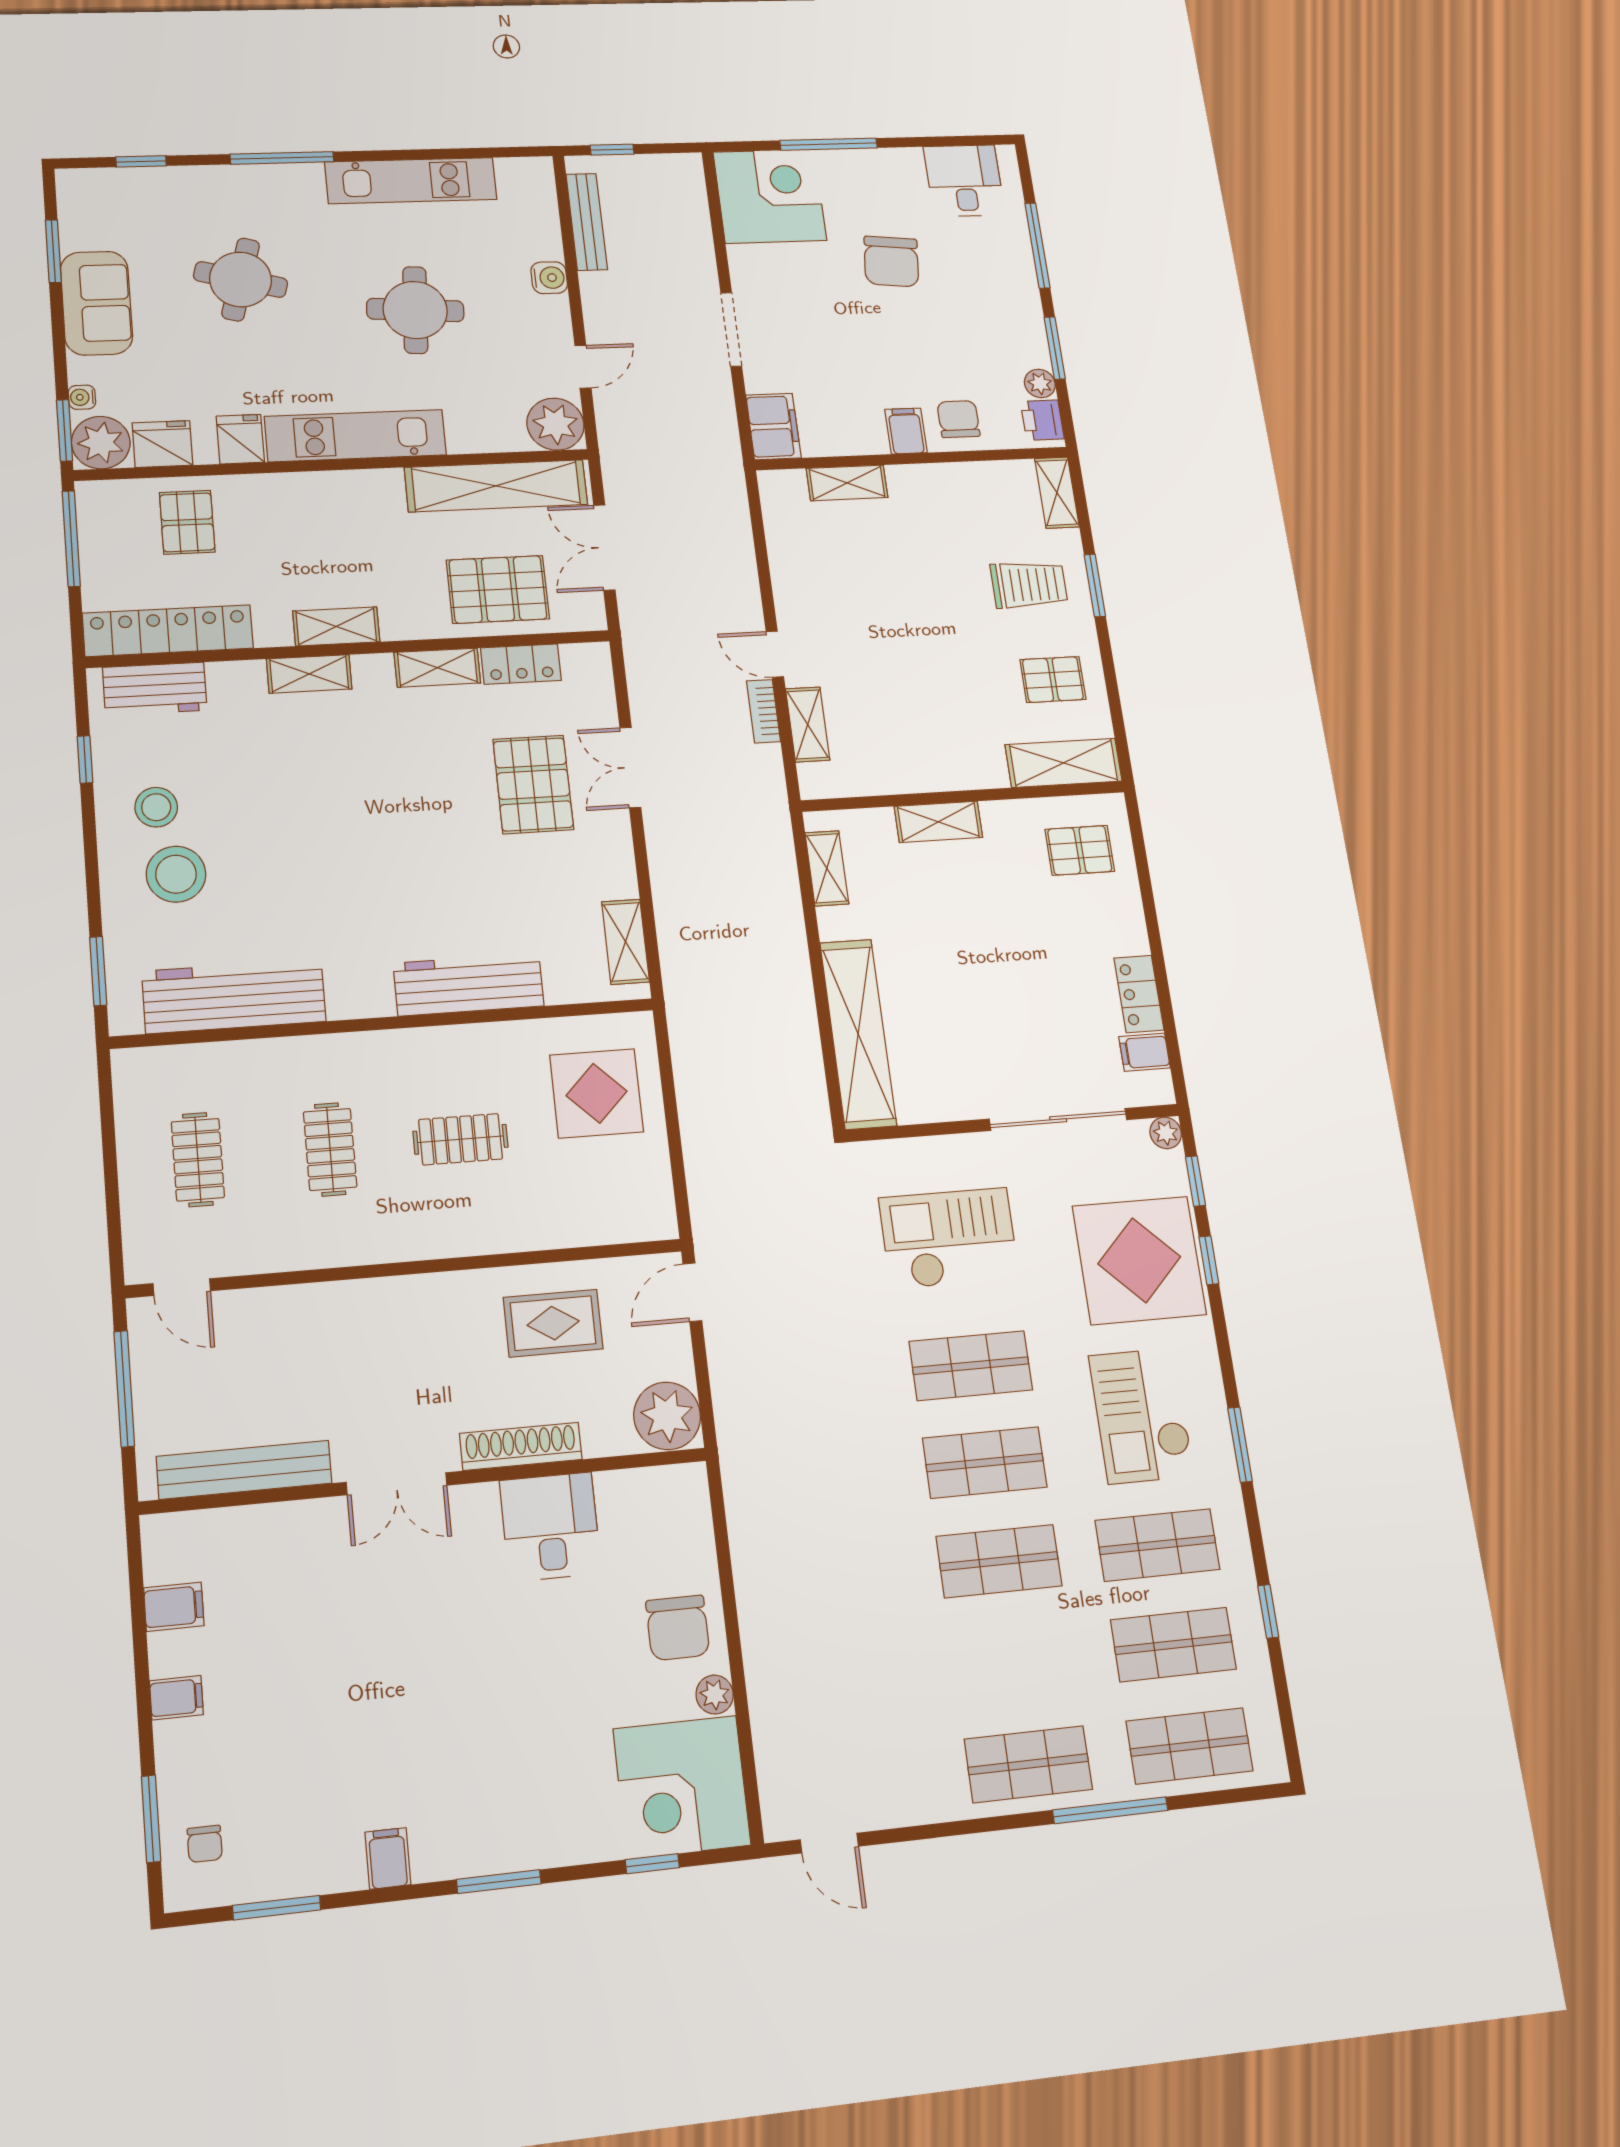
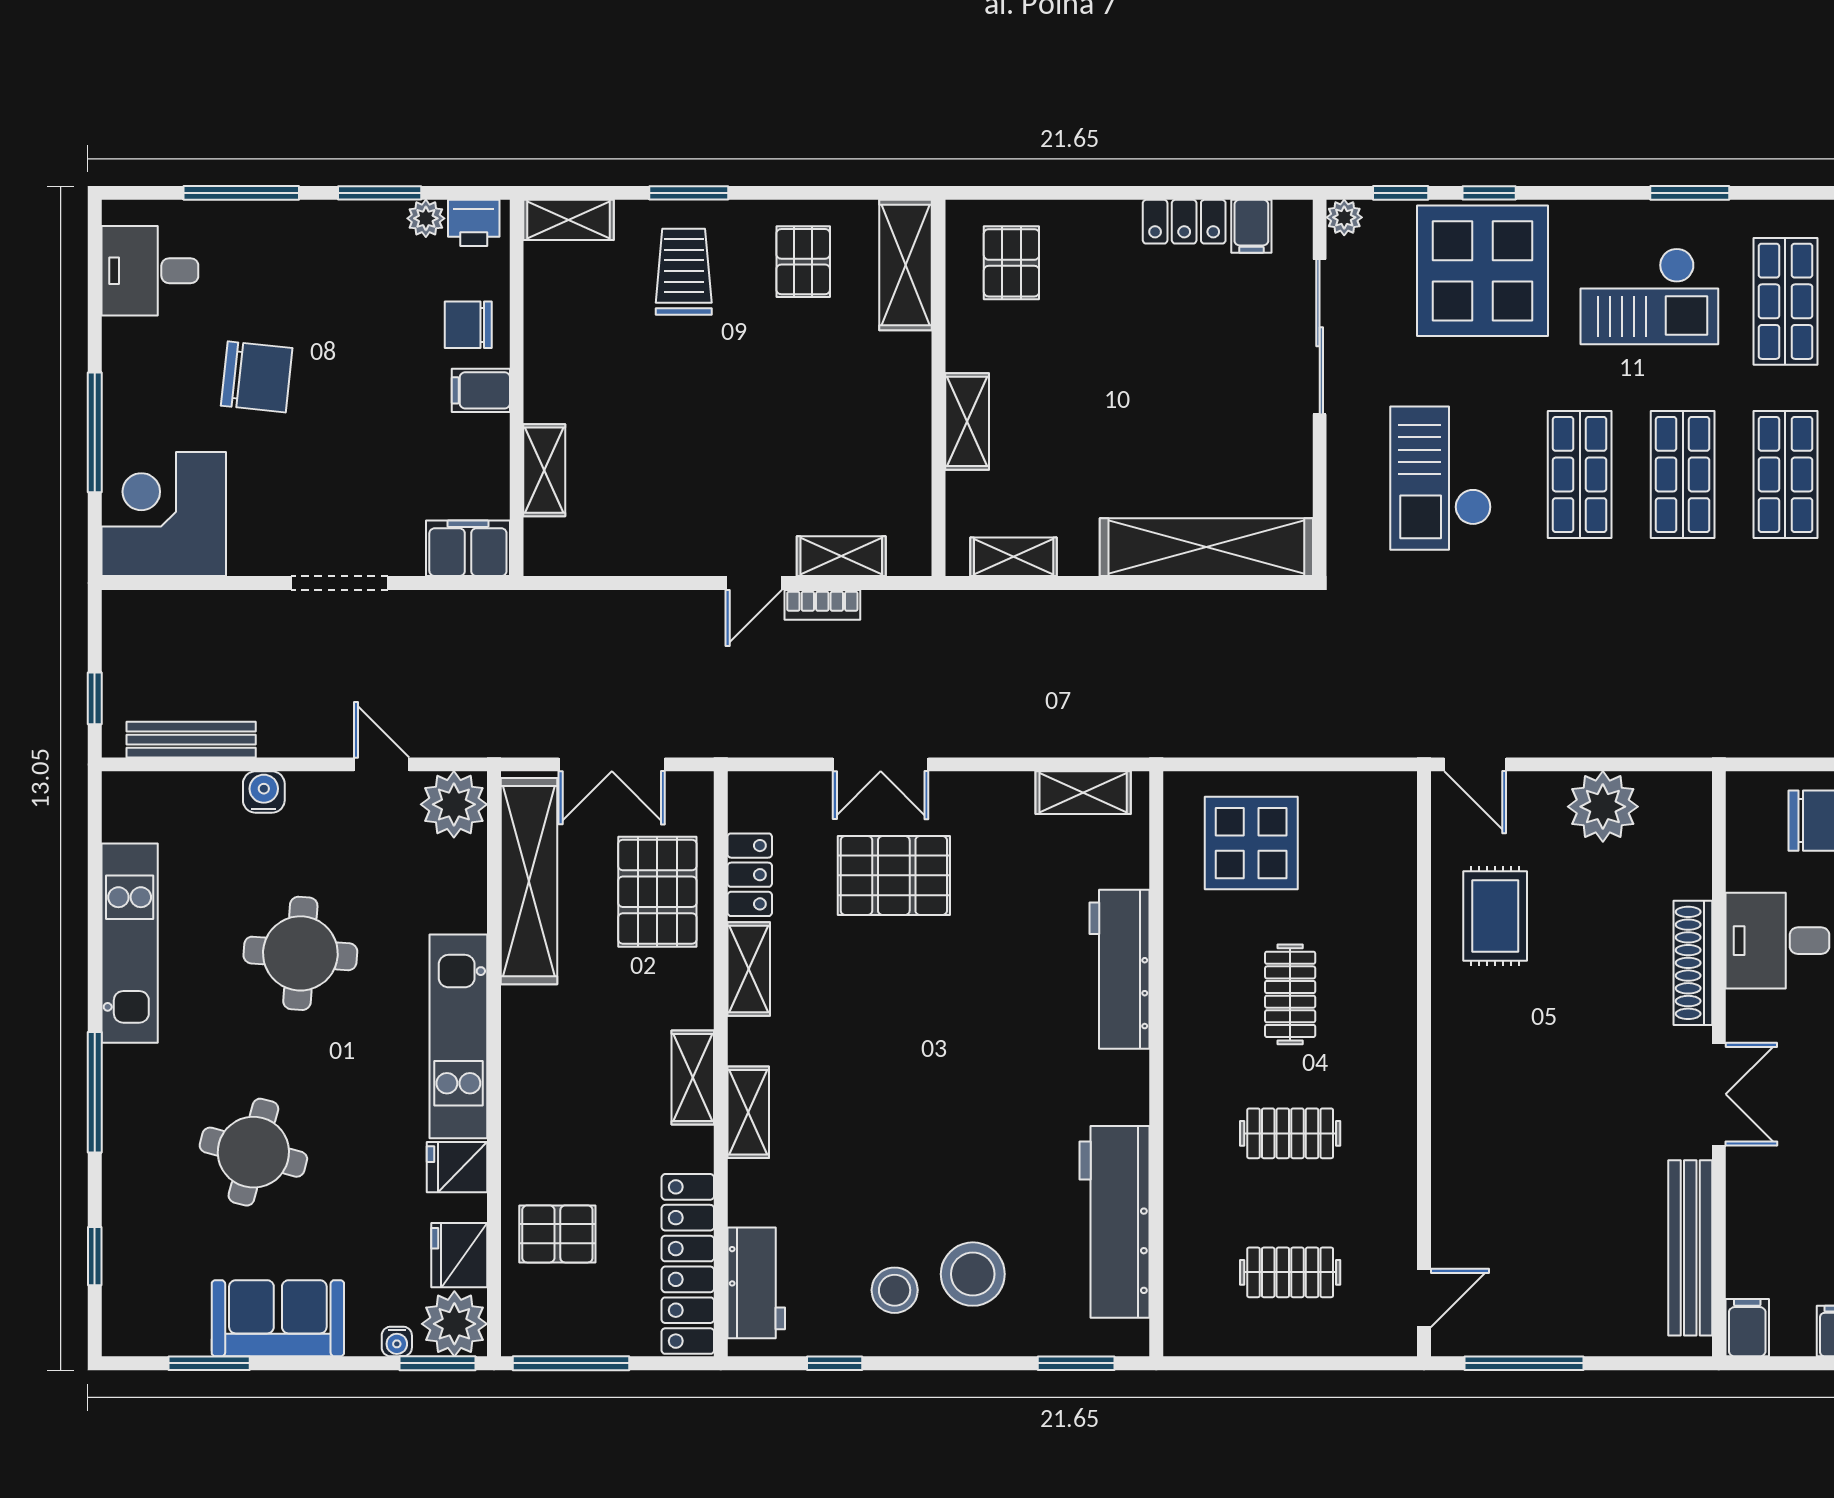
shoe rack: (521, 1446) -> (1693, 963), moved
bench: (244, 1470) -> (1690, 1248), moved
wall: (426, 1481) -> (1719, 1064), moved
double door: (397, 1484) -> (1719, 1094), moved
desk: (550, 1527) -> (1777, 941), moved

